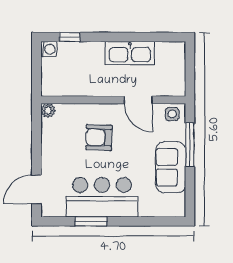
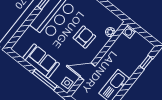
washing machine: (49, 49) -> (129, 31), moved
plant: (48, 111) -> (110, 32), moved

